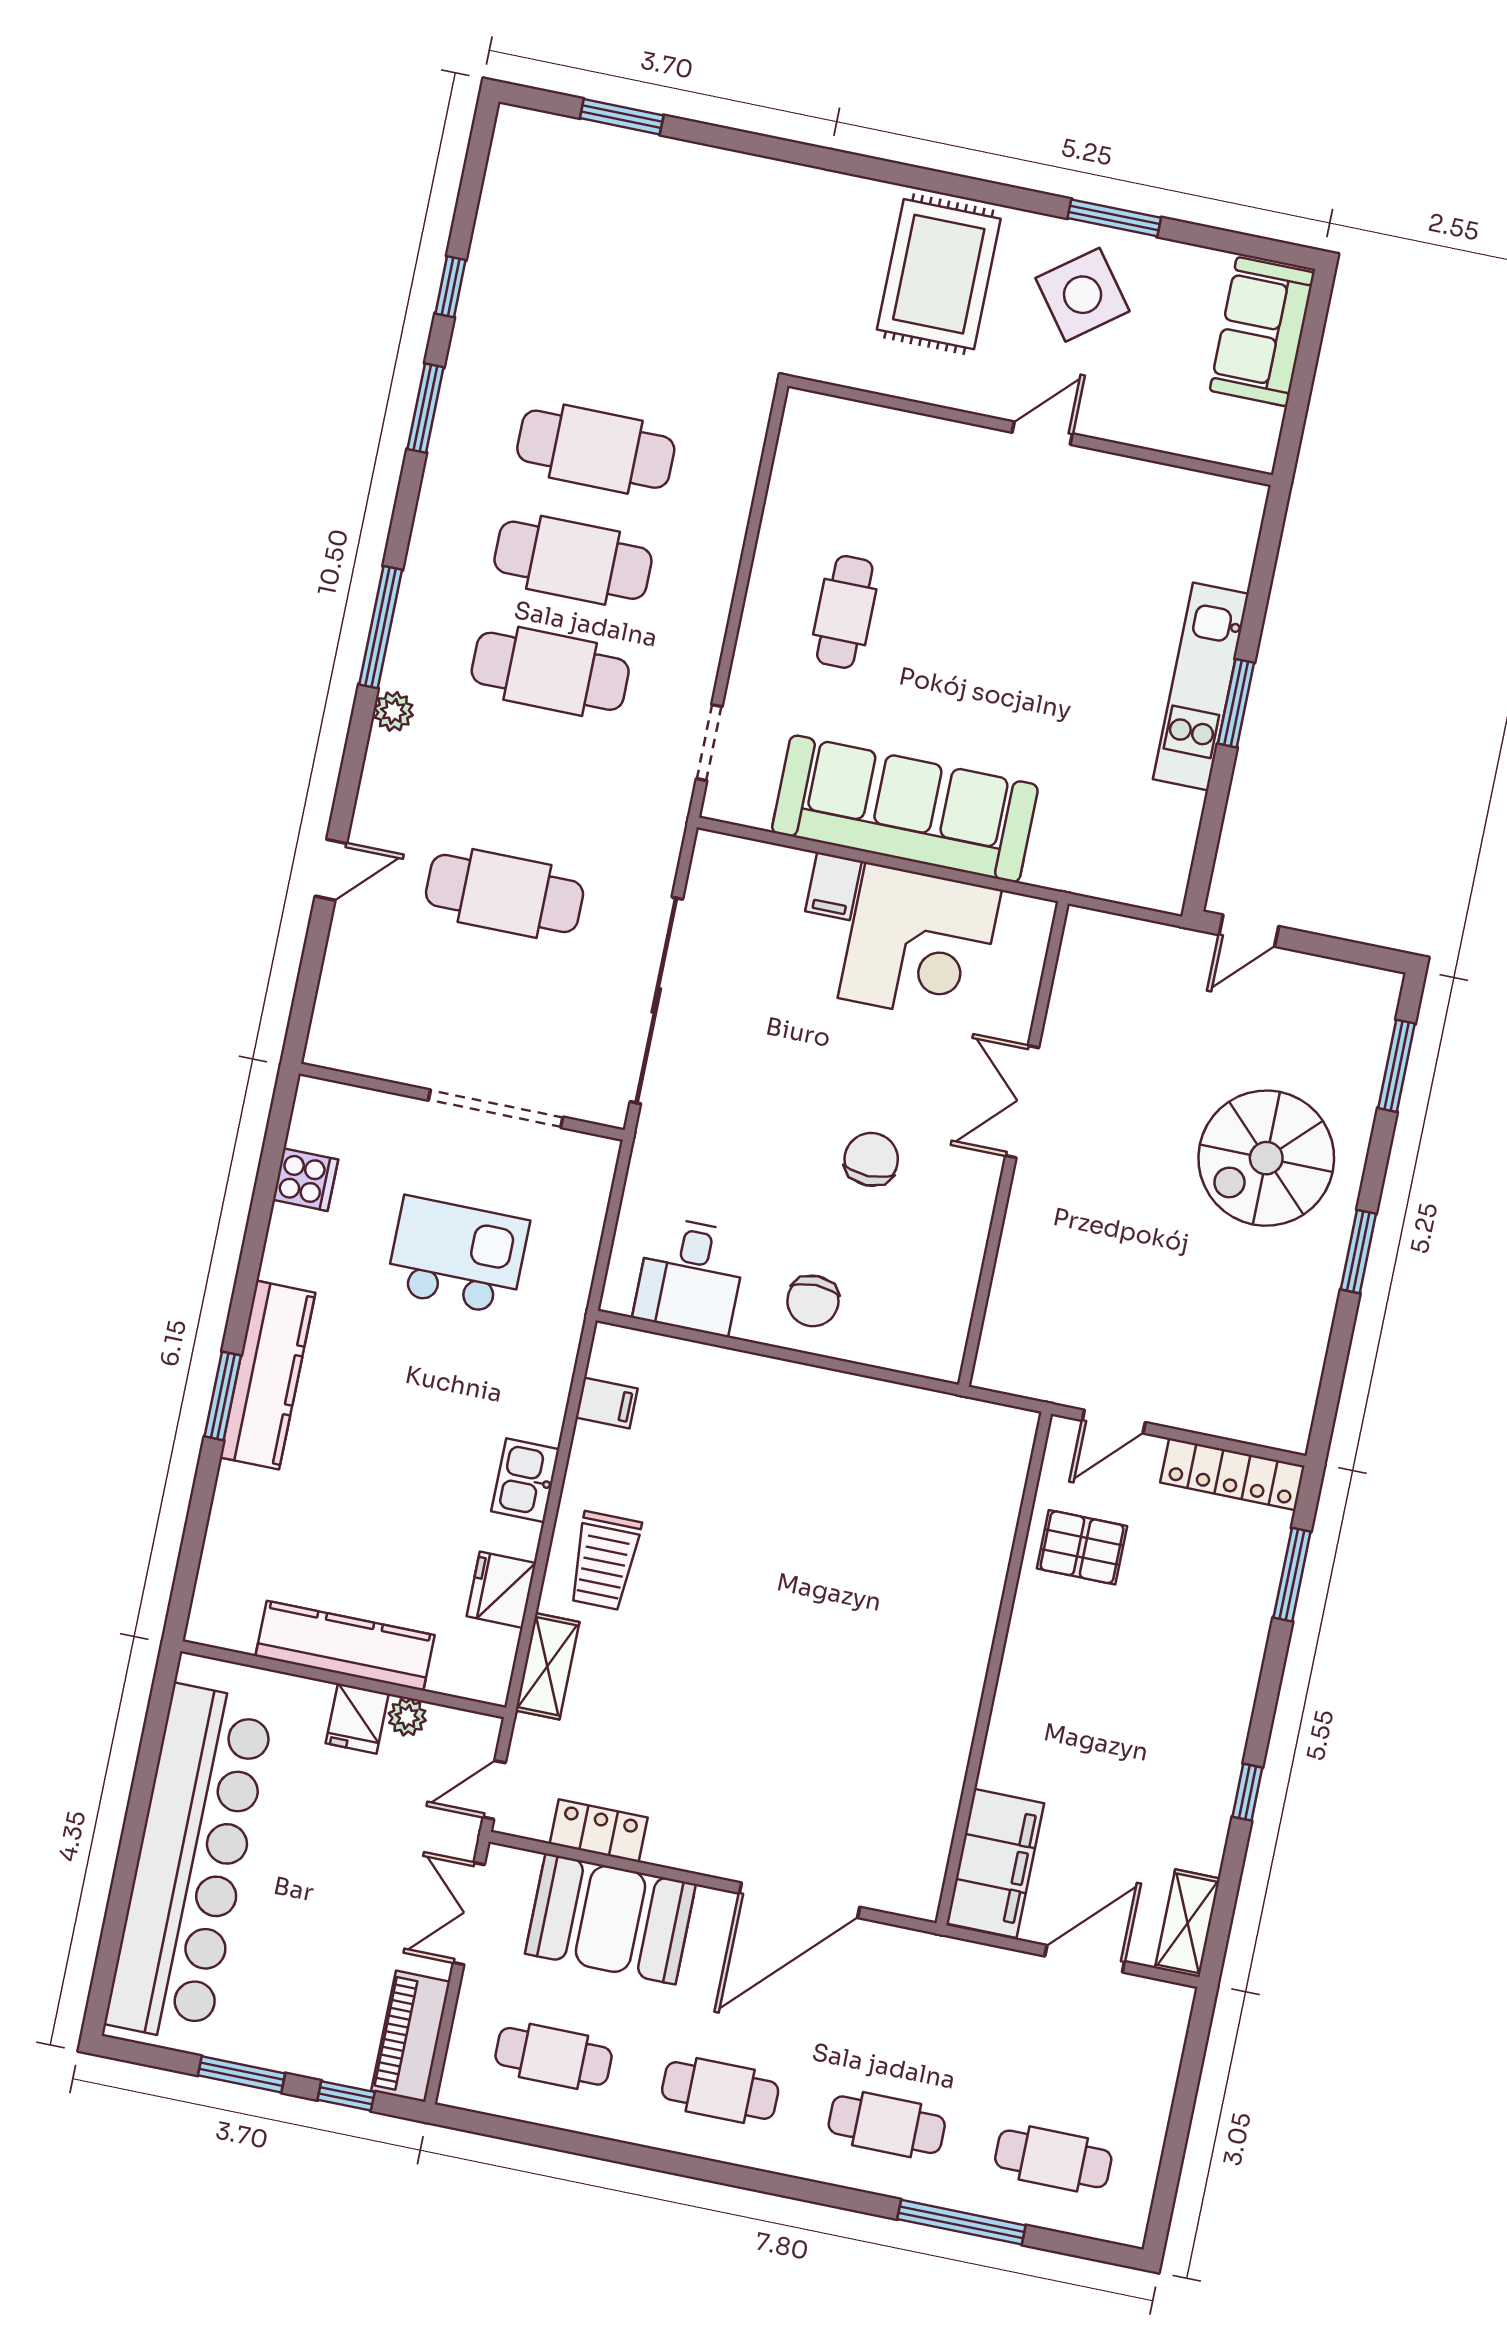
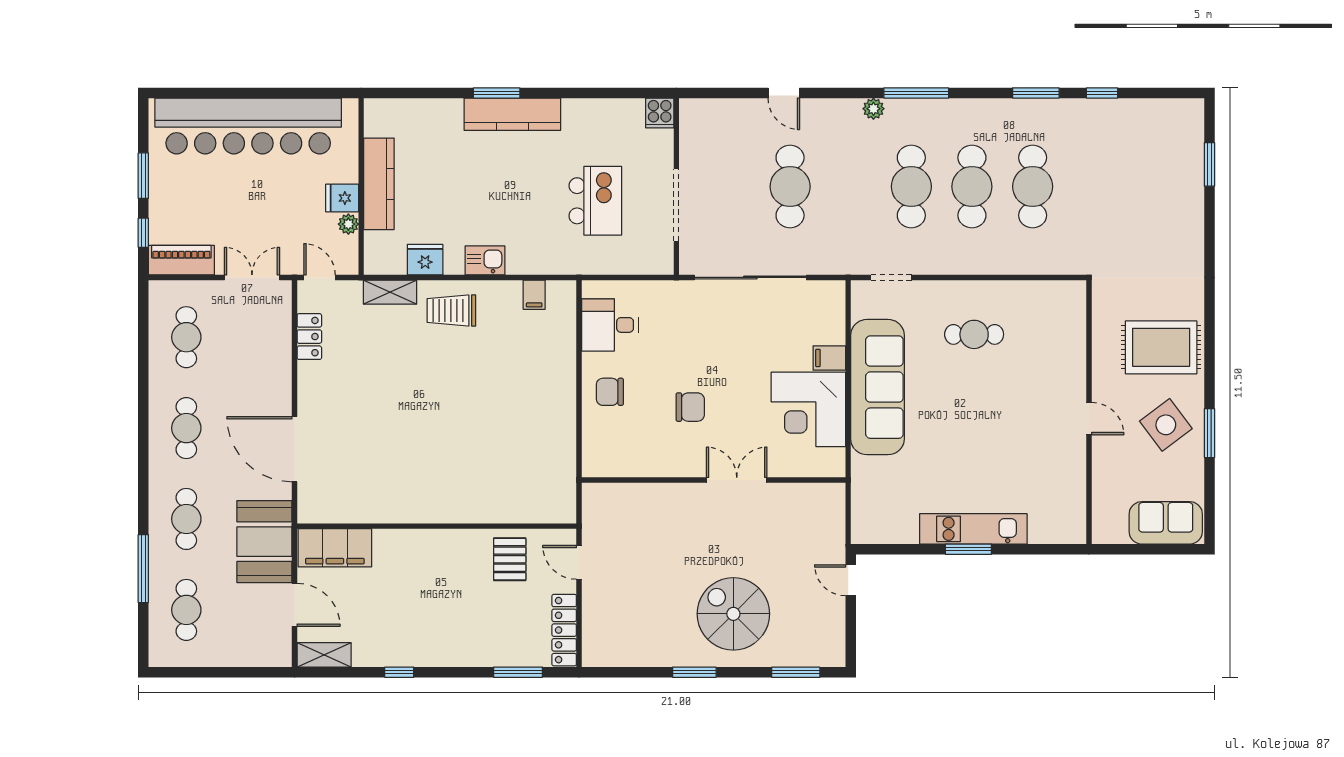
cooker: (305, 1180) -> (660, 113), moved
booth: (610, 1919) -> (264, 542), moved

